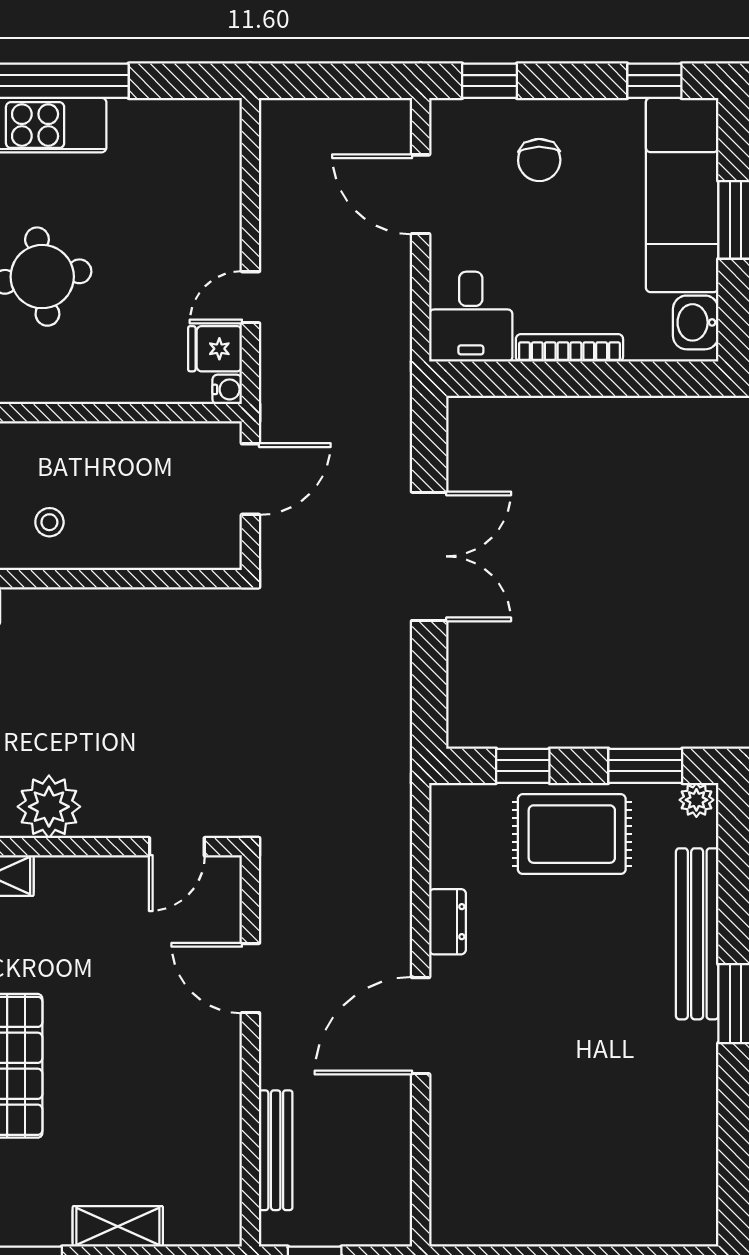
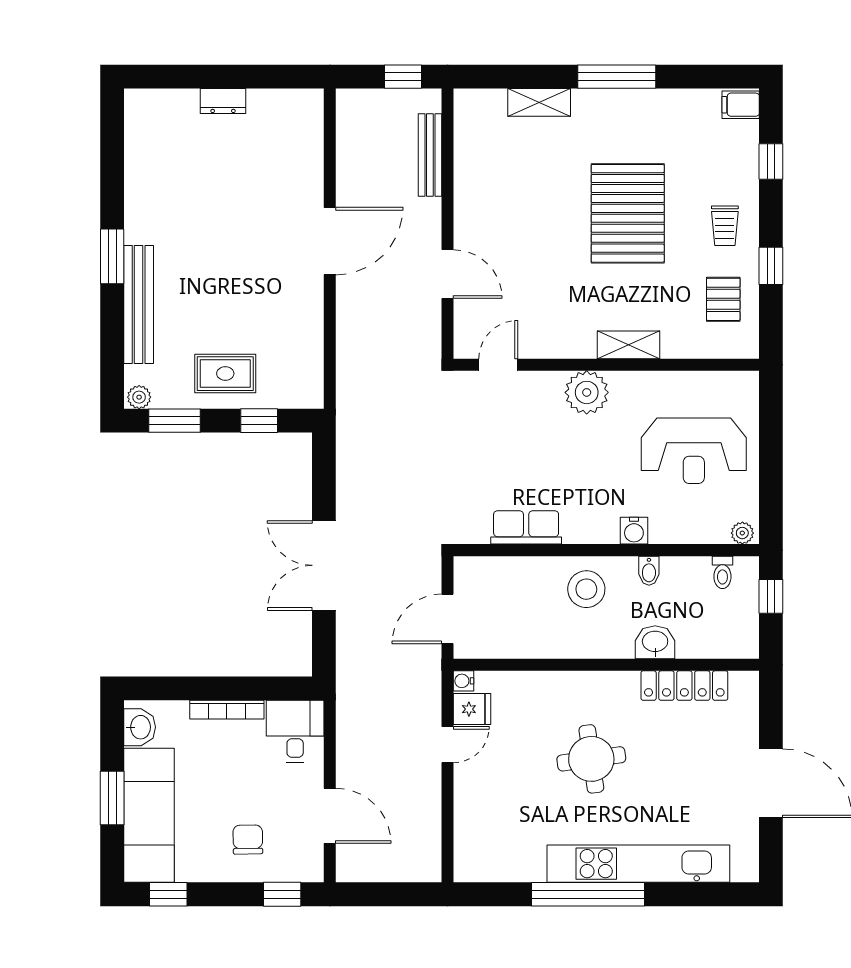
stool: (49, 522) -> (586, 589), width x1.89, depth x1.89
row of seats: (137, 611) -> (526, 527), added
rug: (572, 834) -> (225, 374), width x0.73, depth x0.70
dresser: (447, 922) -> (223, 101), moved, turned -90

